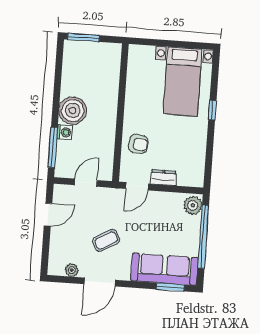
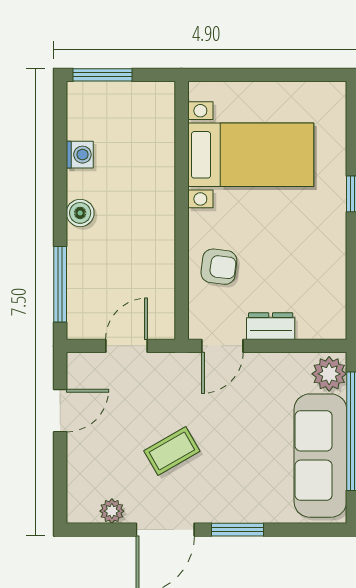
bed with nightstands: (183, 81) -> (251, 155), moved, turned -90
boiler: (73, 111) -> (80, 213), width x0.54, depth x0.54
washing machine: (64, 132) -> (80, 155), moved
sofa: (164, 269) -> (320, 456), moved, turned -90
window: (170, 287) -> (238, 530), moved

